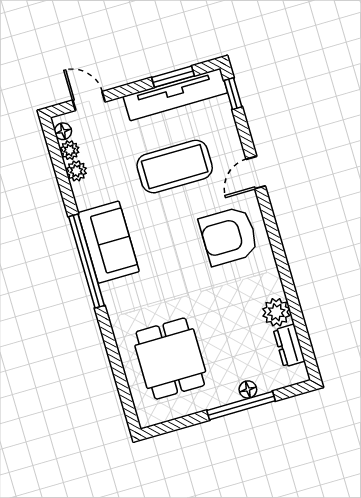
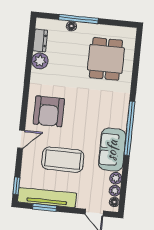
armchair: (229, 236) -> (49, 111), turned 90
sofa: (108, 242) -> (112, 150), moved

